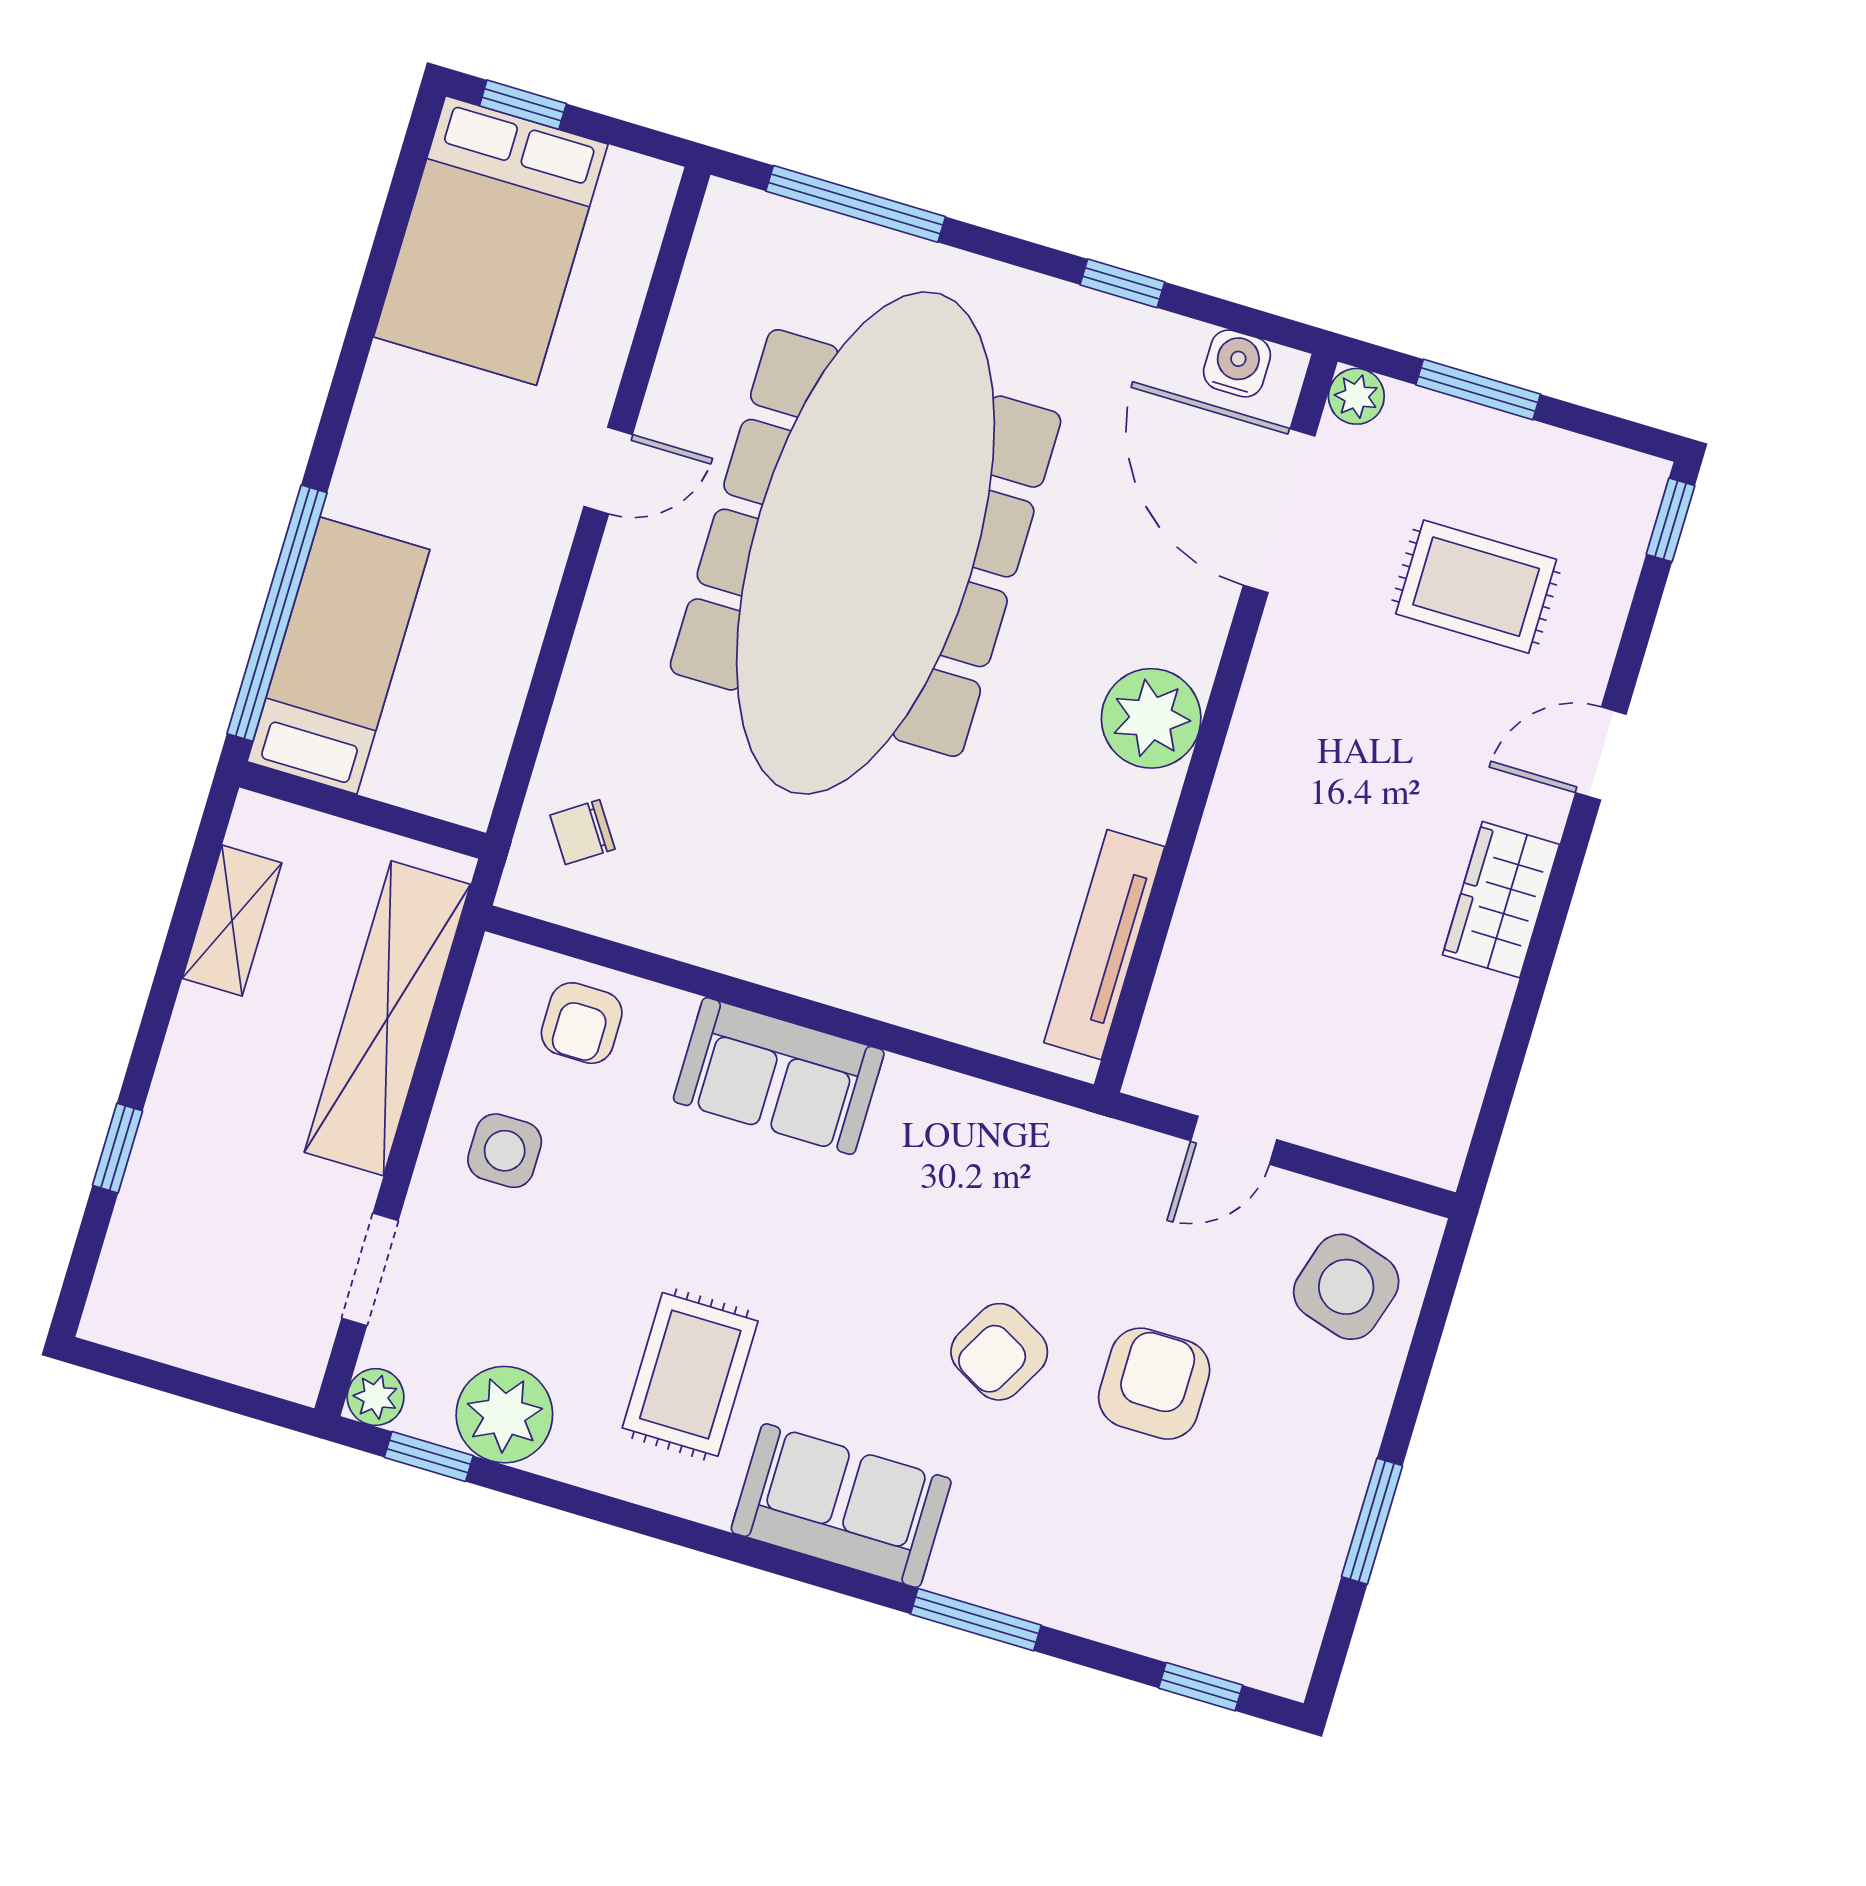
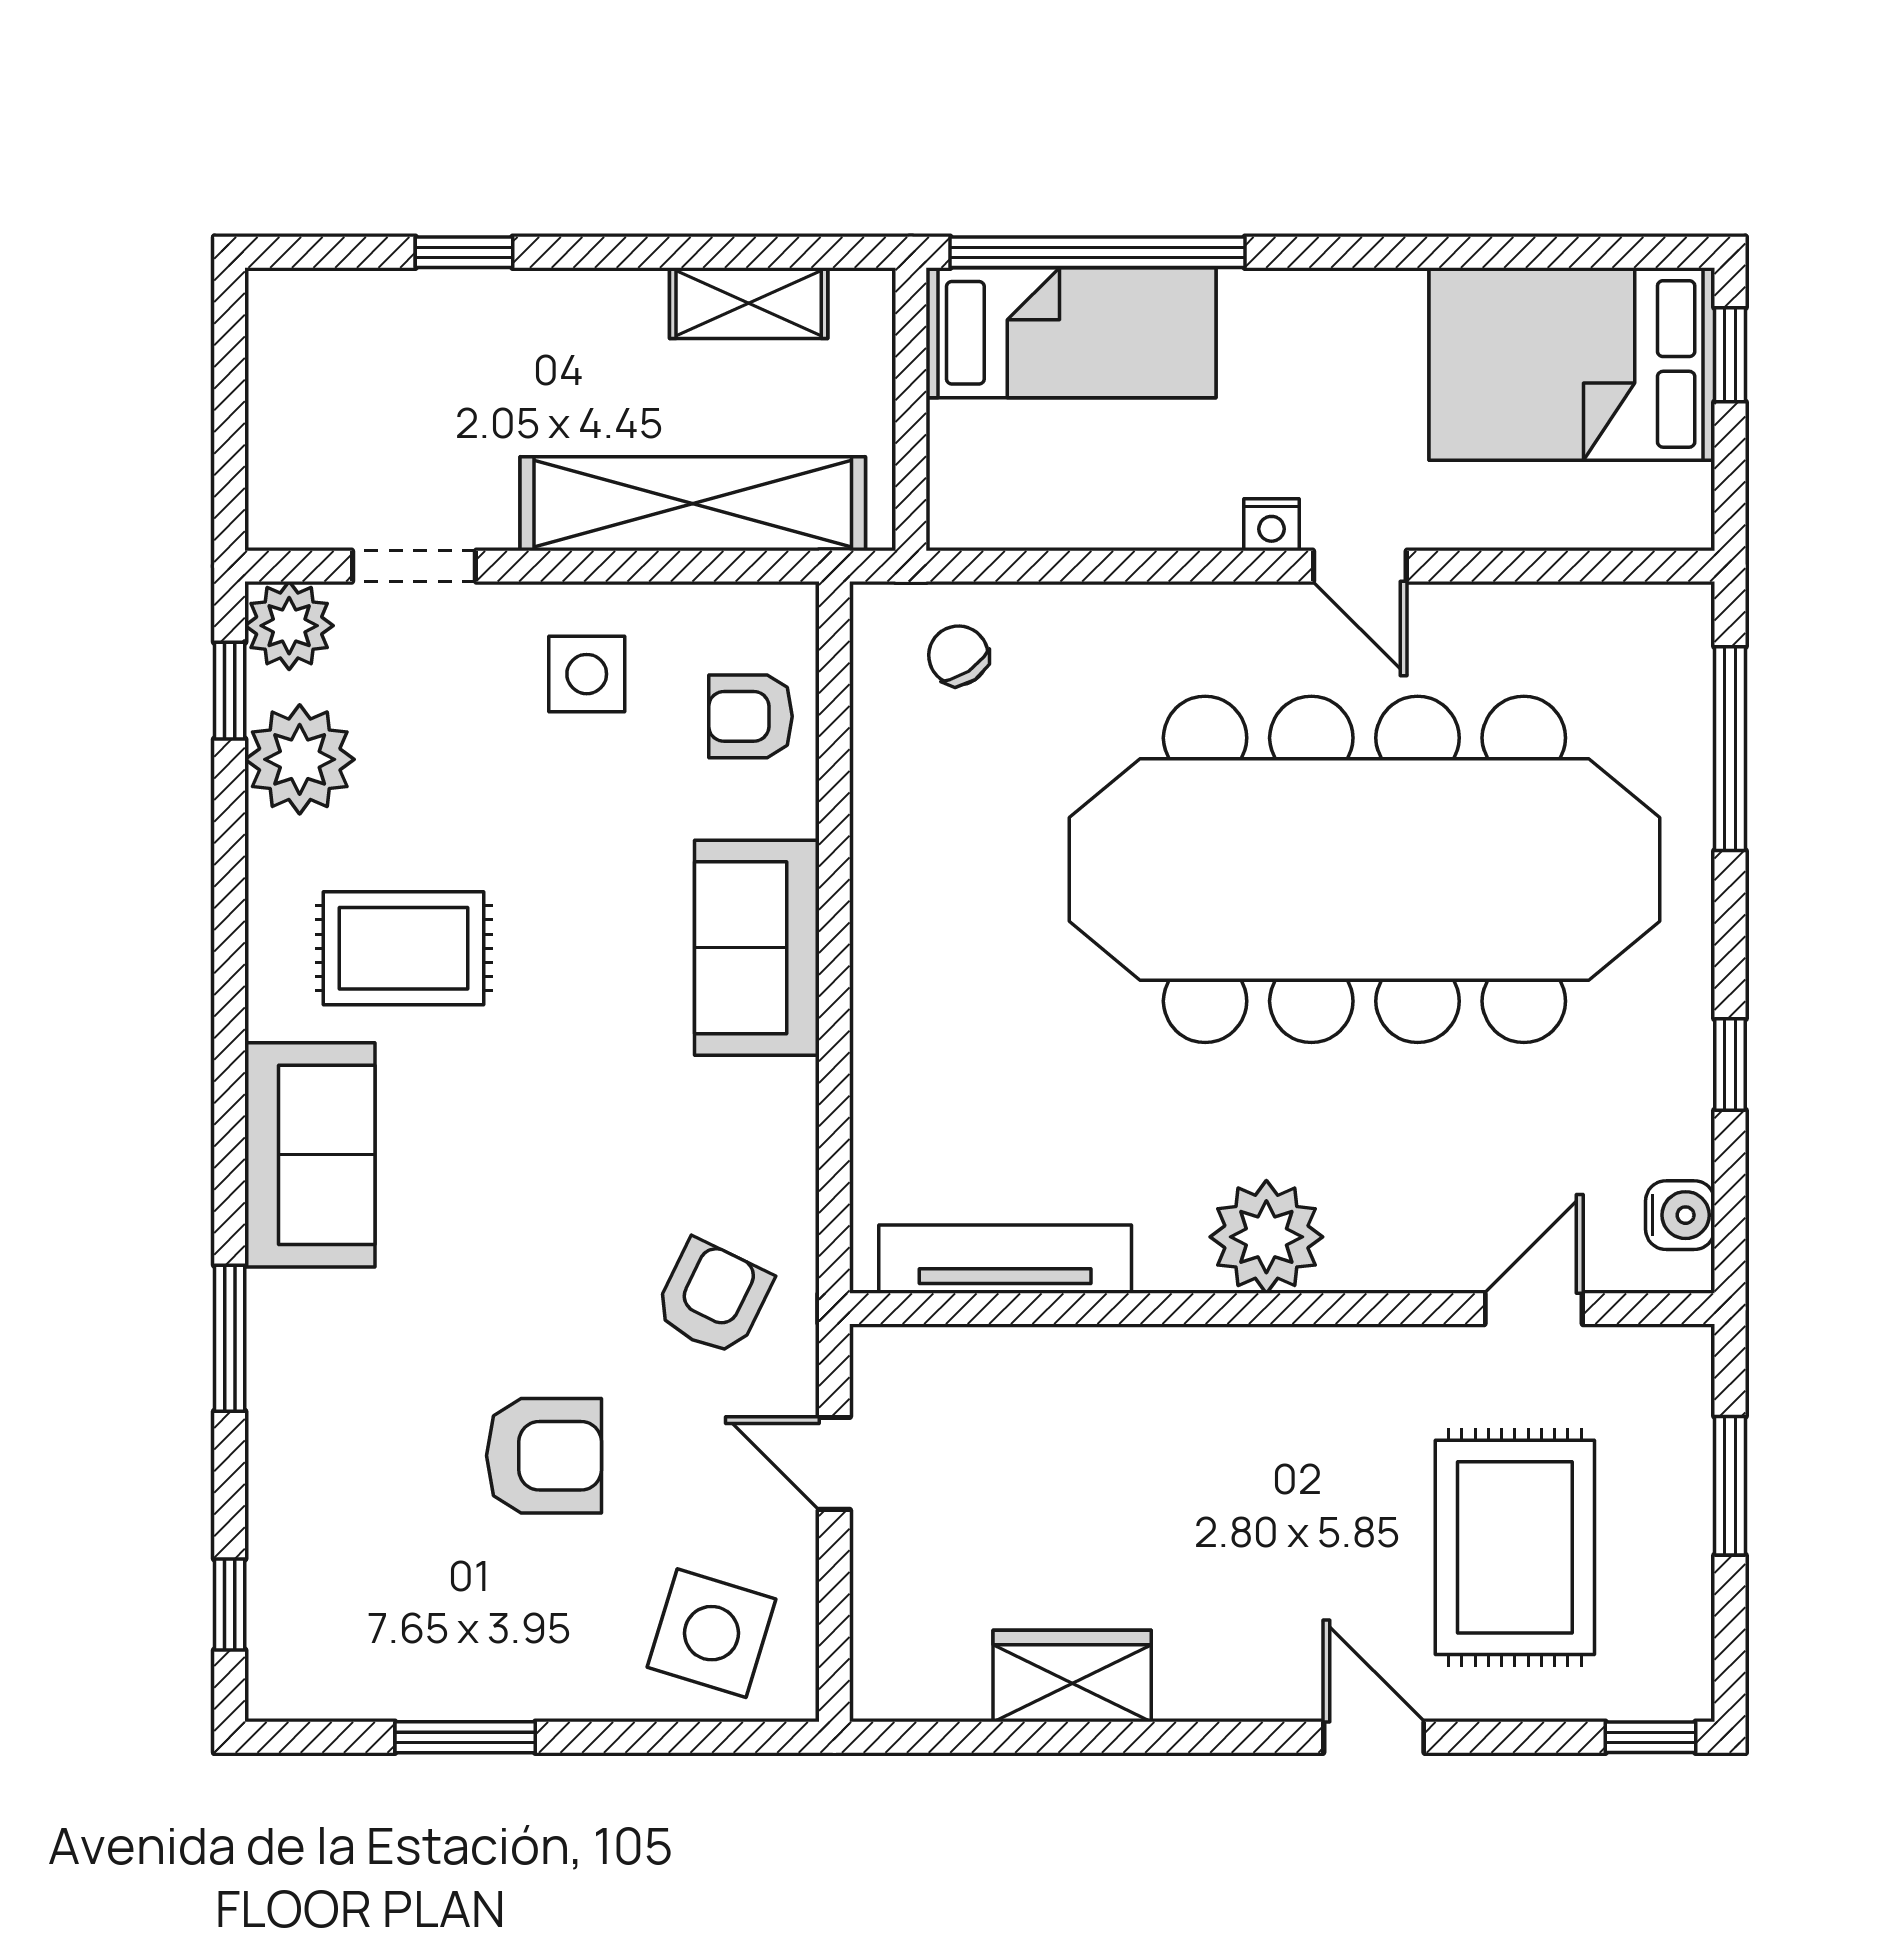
plant: (1356, 396) -> (1683, 1356), removed
door: (1279, 511) -> (1534, 1309), width x0.53
nightstand: (551, 535) -> (1271, 525), added
rug: (1476, 587) -> (1515, 1547), width x1.36, depth x1.43
wardrobe: (1501, 900) -> (1072, 1676), moved
armchair: (999, 1352) -> (713, 1298), moved, turned 87
plant: (376, 1397) -> (289, 626), width x1.38, depth x1.38

